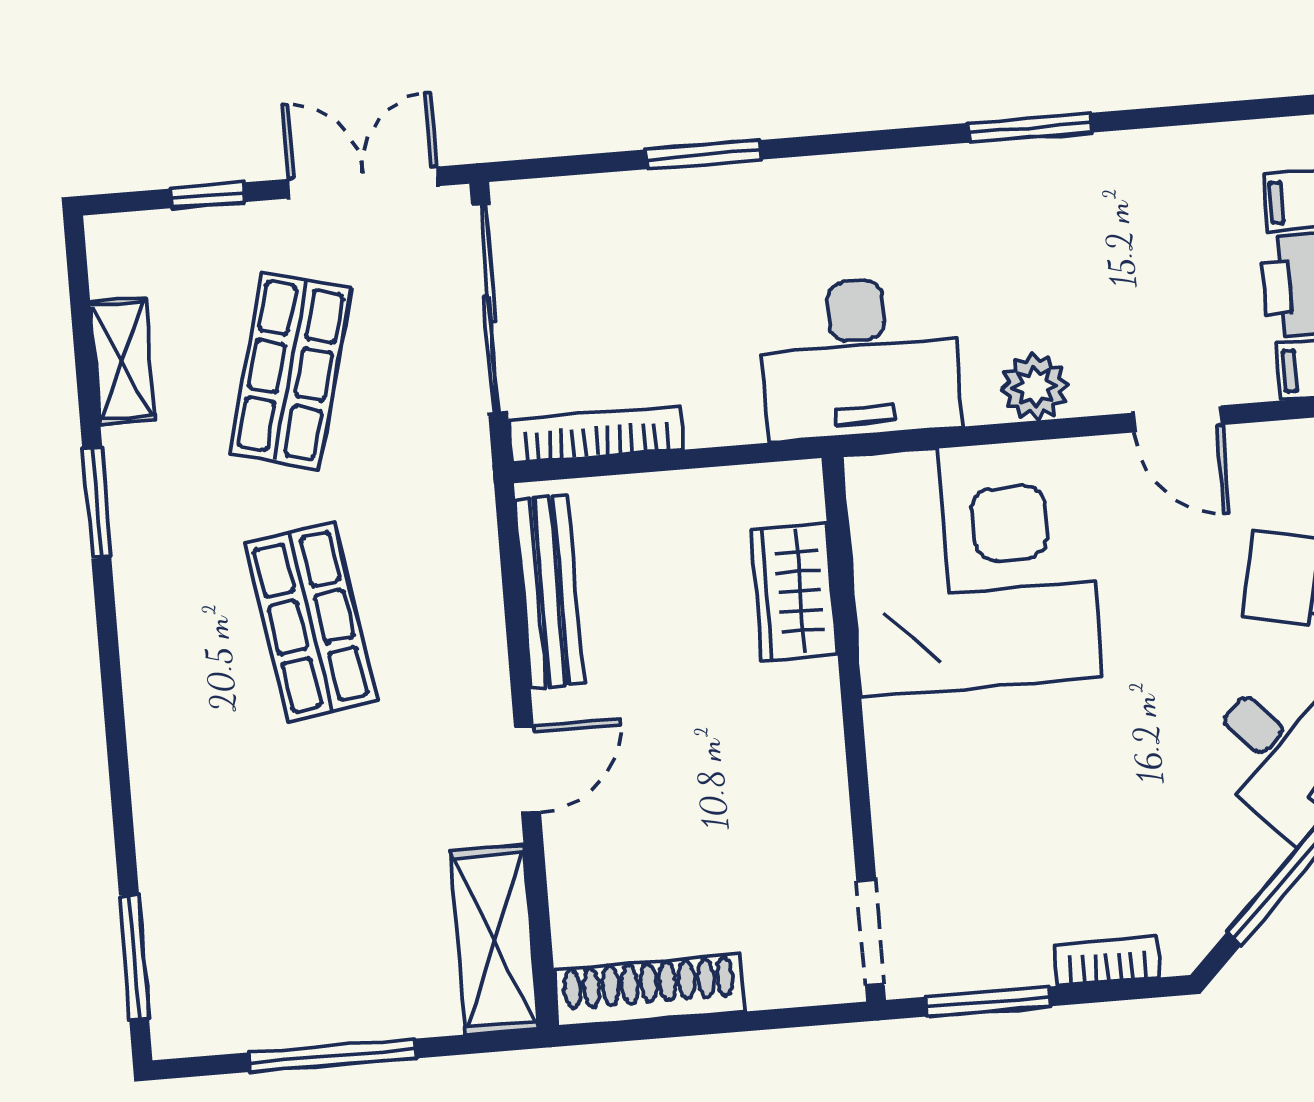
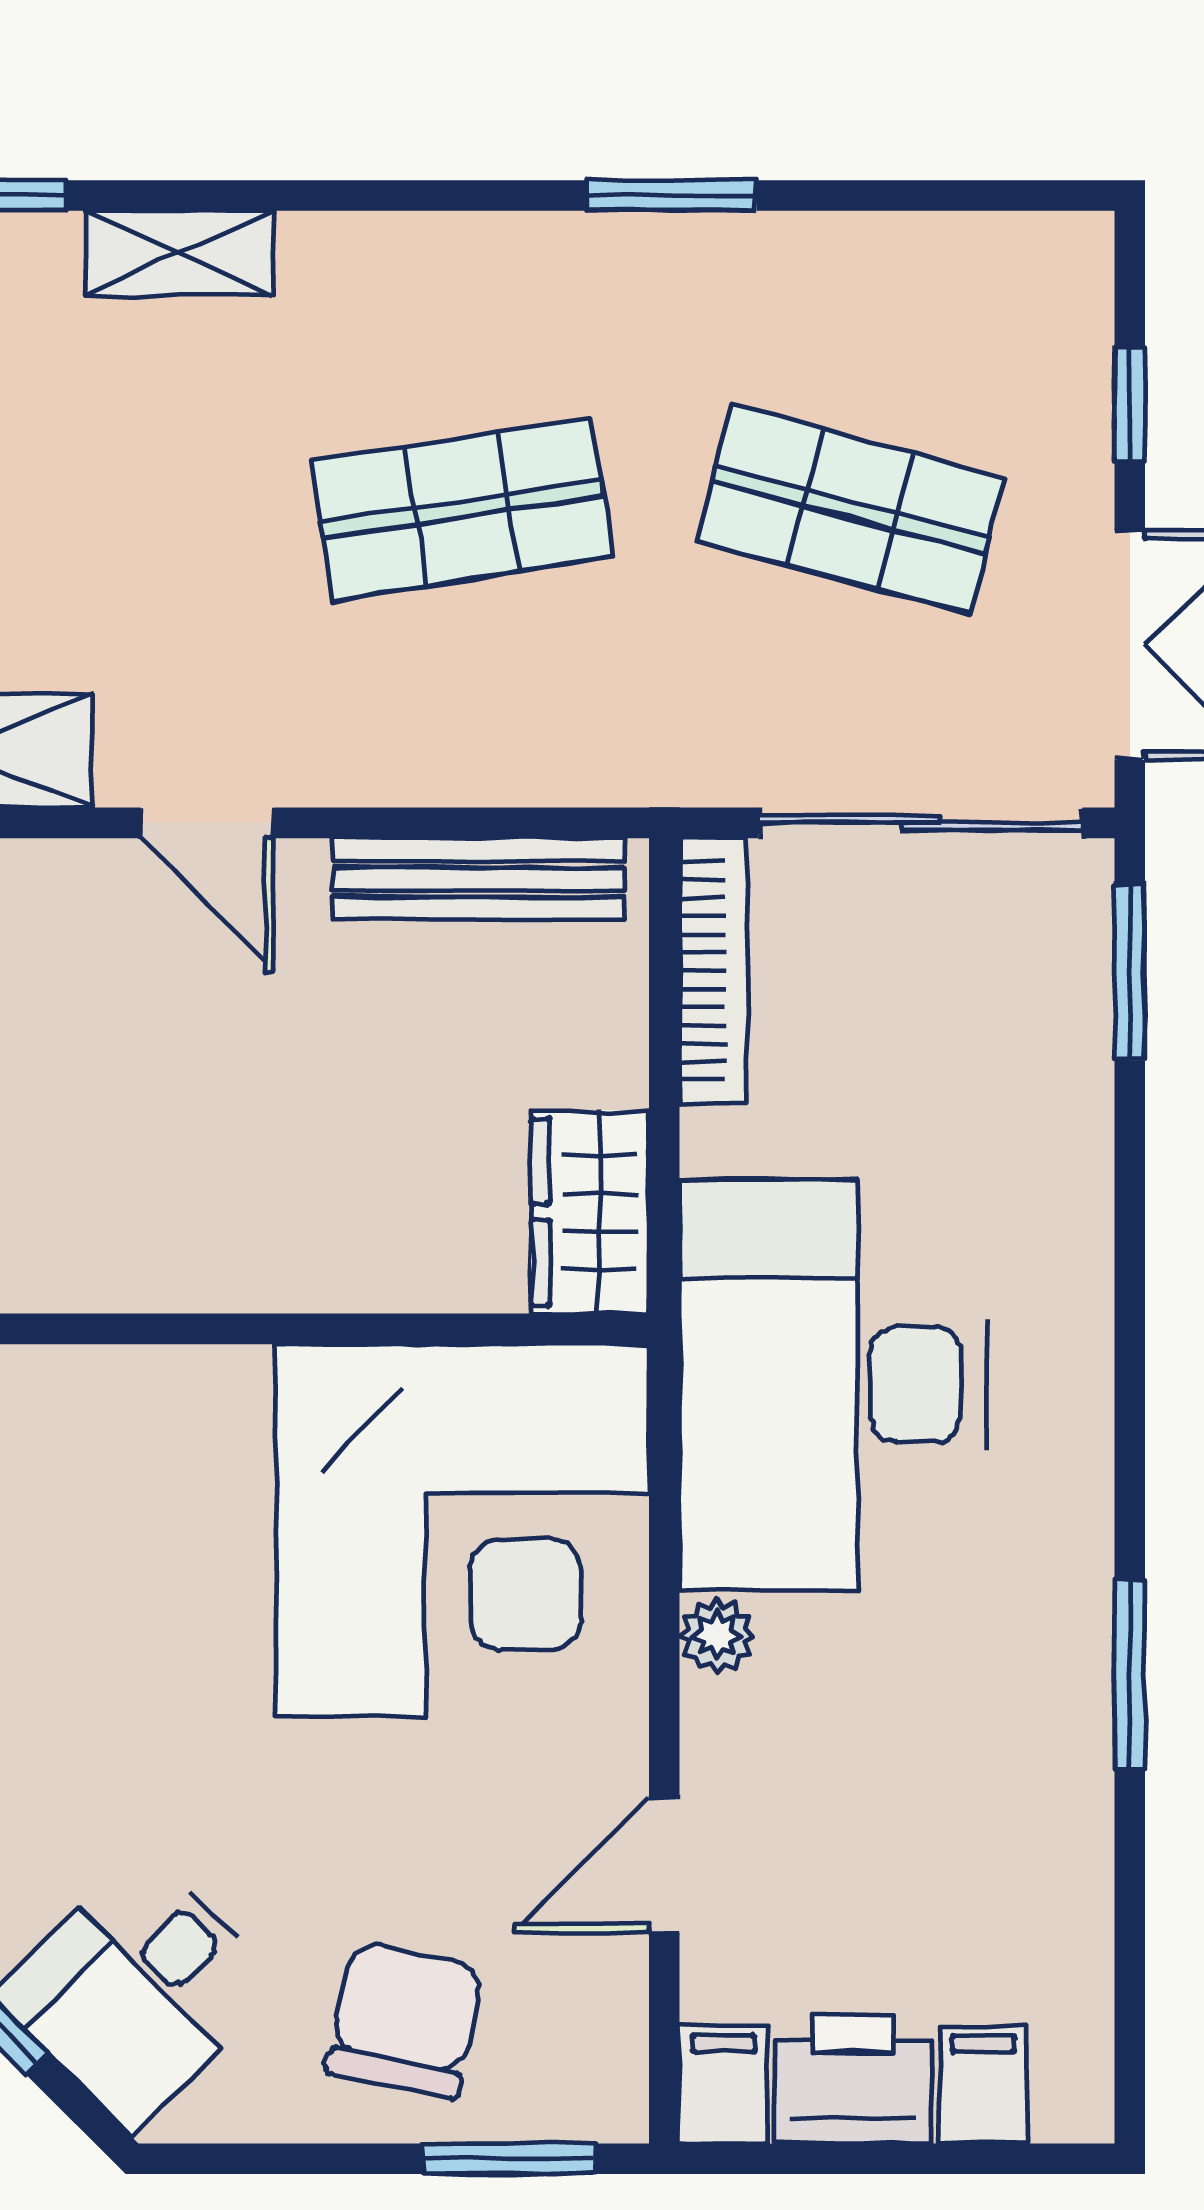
window: (704, 155) -> (1130, 972), moved
desk: (860, 358) -> (833, 1385), width x1.36, depth x1.30
shelving: (123, 361) -> (179, 253), moved
plant: (1035, 387) -> (717, 1636), width x0.73, depth x0.73
wardrobe: (794, 592) -> (590, 1212), moved, turned -90

